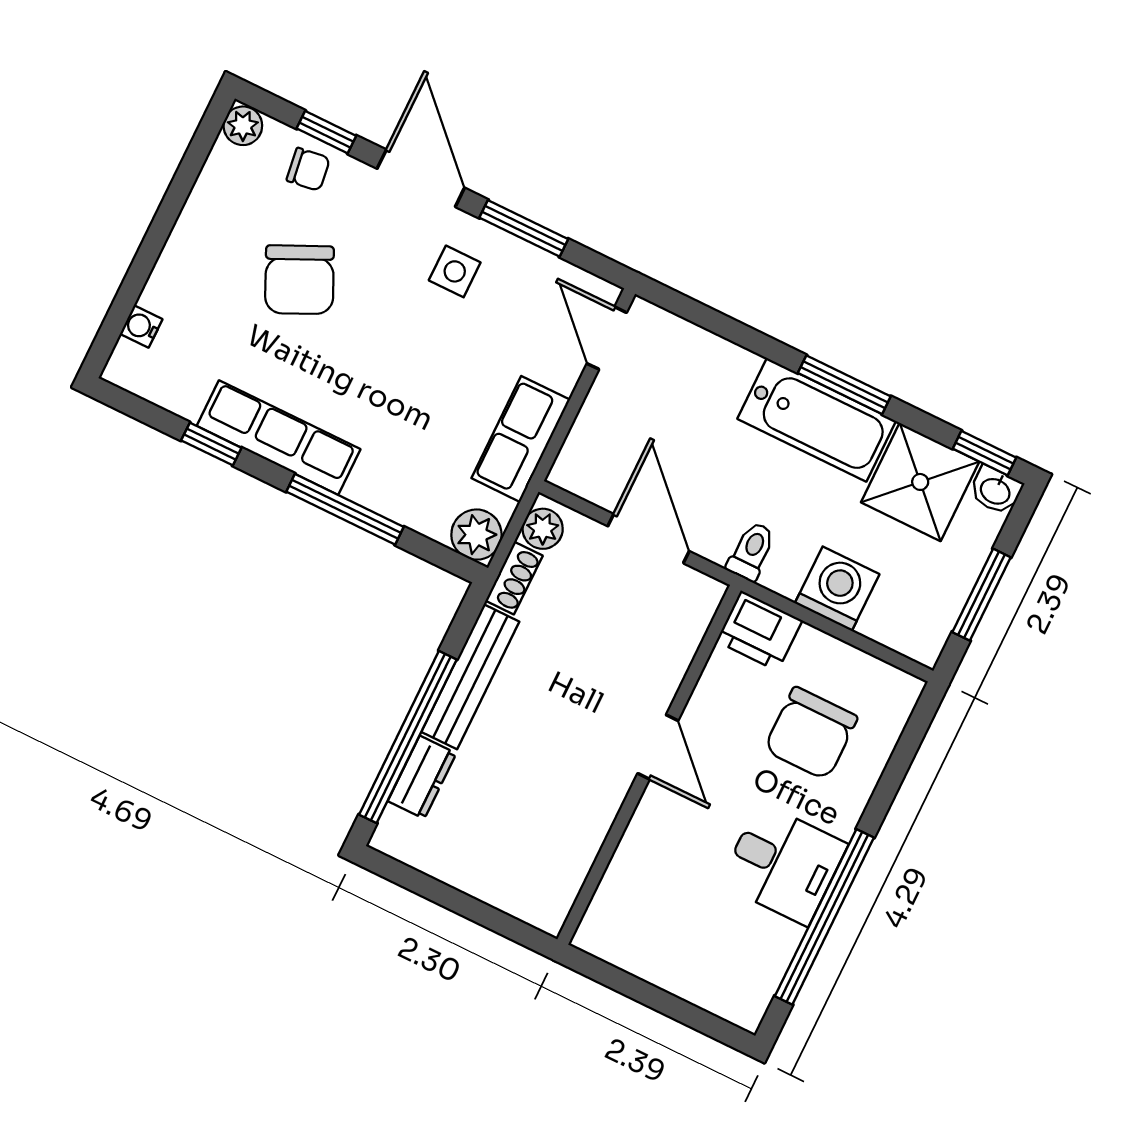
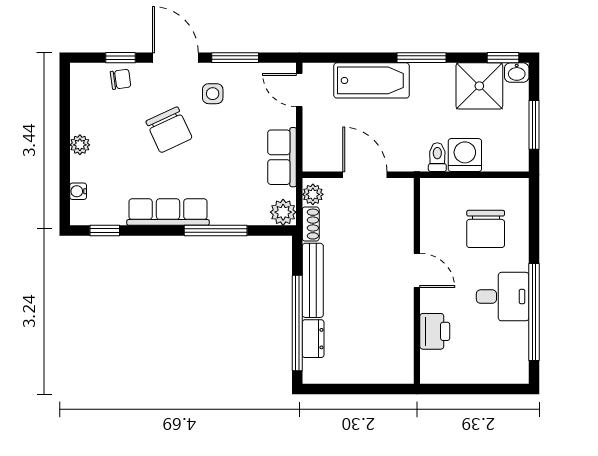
plant: (243, 126) -> (80, 145), moved
chair: (299, 280) -> (169, 130), moved
bathtub: (817, 420) -> (372, 80), moved
window: (211, 444) -> (105, 230), moved
toilet: (751, 551) -> (437, 157), moved
printer: (759, 631) -> (435, 331), moved, turned -90

